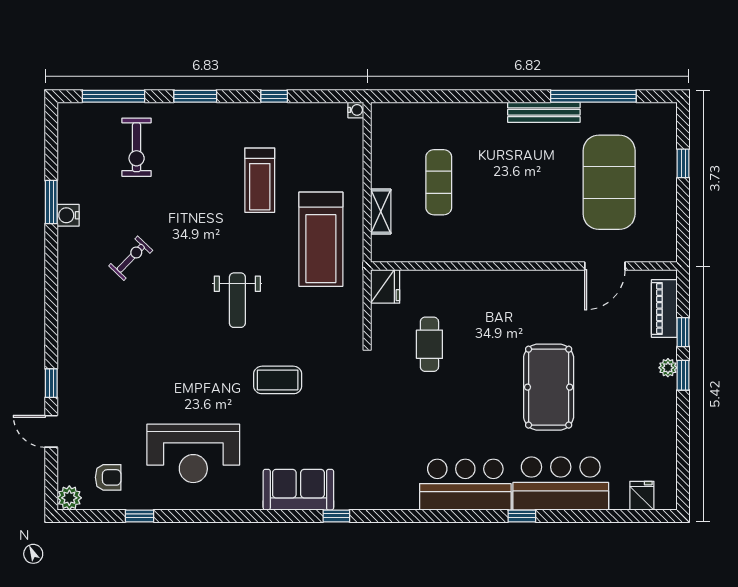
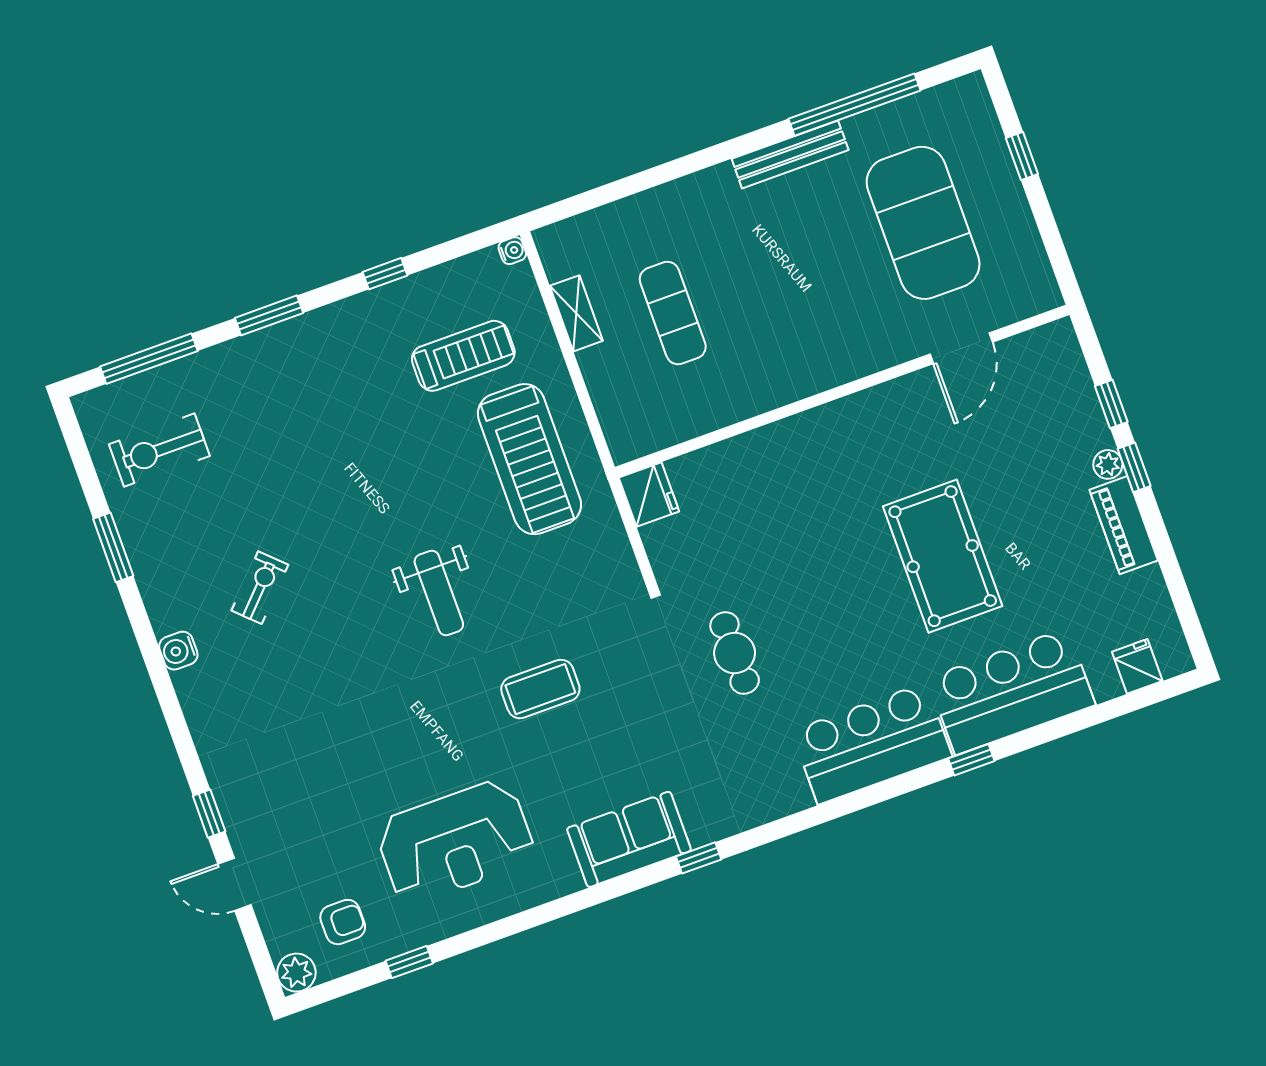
exercise bike: (137, 147) -> (159, 450), moved, turned 90
treadmill: (260, 180) -> (463, 356), moved, turned -90
shelving: (381, 211) -> (576, 313), moved
water cooler: (68, 215) -> (178, 651), moved
piano: (664, 309) -> (1124, 525), moved
cafe table: (429, 344) -> (735, 653), moved

